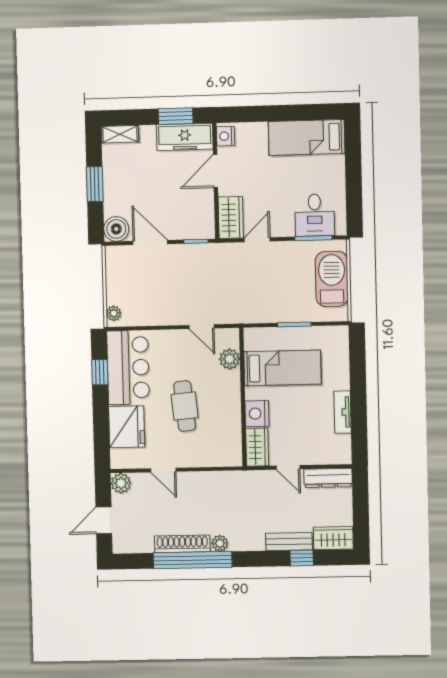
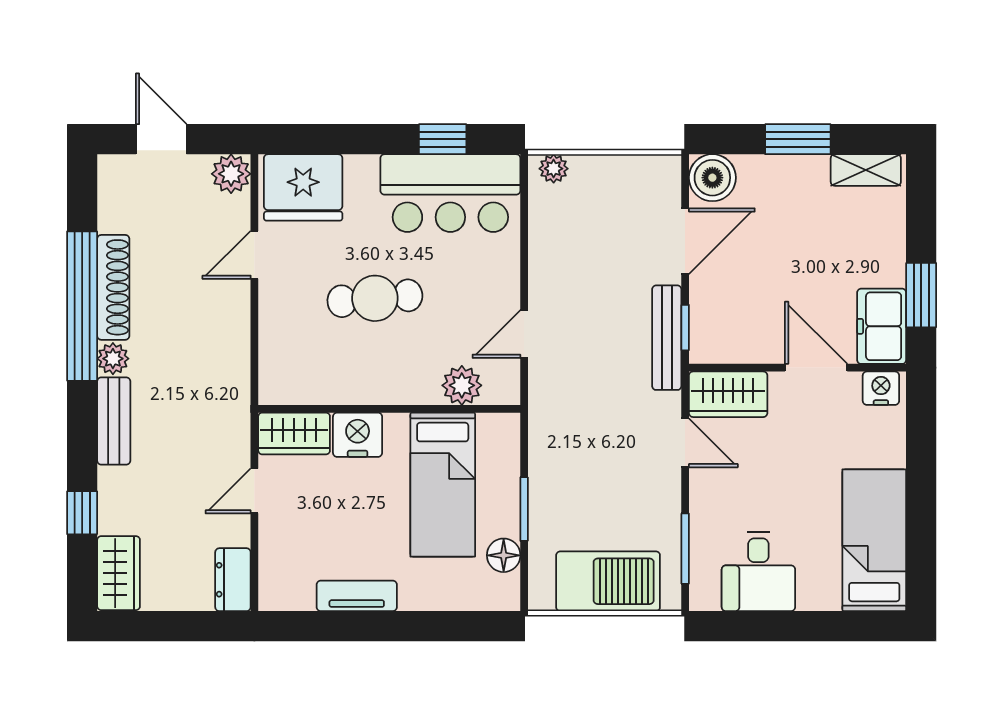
shelving: (120, 134) -> (866, 170), moved, turned 90
freezer: (185, 137) -> (882, 326), width x0.71
desk: (315, 215) -> (758, 572), moved, turned -90
bench: (202, 251) -> (667, 338), added
floor lamp: (319, 335) -> (504, 555), added
fridge: (127, 427) -> (303, 187), moved
dresser: (328, 478) -> (233, 580), width x0.70
bench: (289, 542) -> (114, 421), moved

